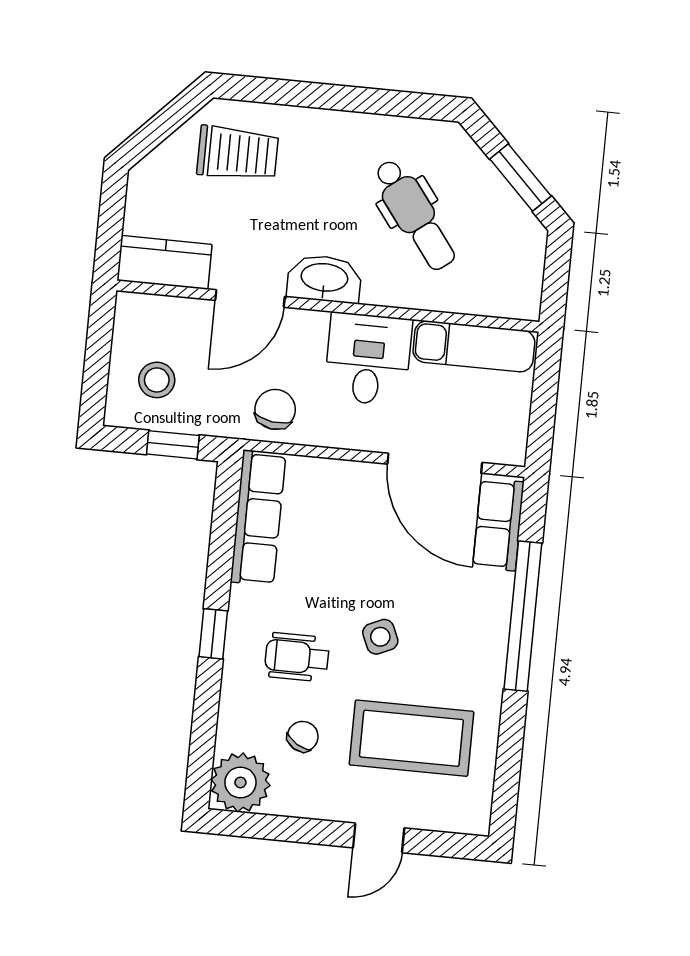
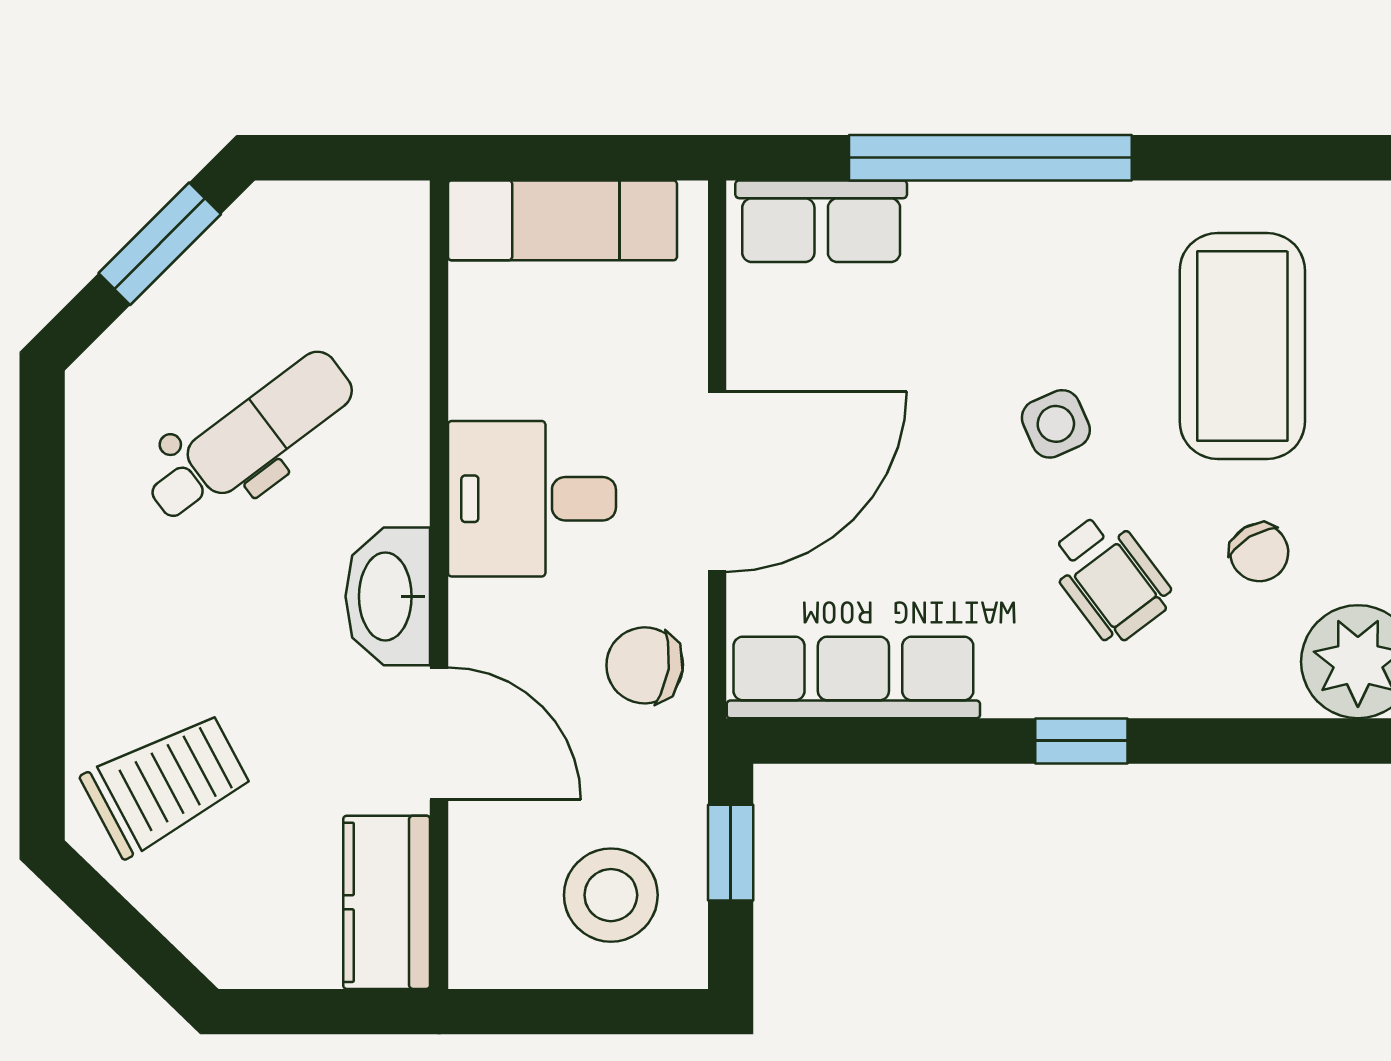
trolley: (238, 153) -> (166, 784), turned 62
exam couch: (474, 346) -> (562, 220), moved, turned 90
stool: (157, 380) -> (611, 895), width x1.38, depth x1.38
door: (435, 463) -> (717, 482), moved
wheelchair: (297, 657) -> (1110, 578), turned -37
chair: (303, 736) -> (1259, 552), turned -152

